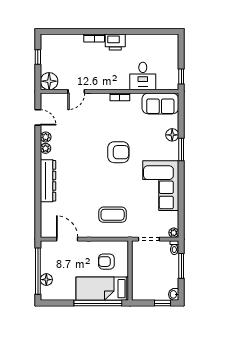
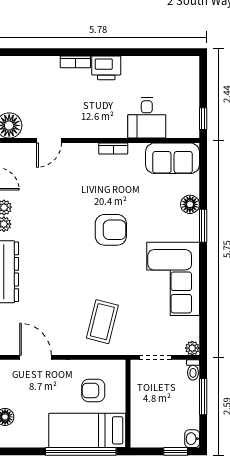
coffee table: (113, 215) -> (102, 322), turned -76

